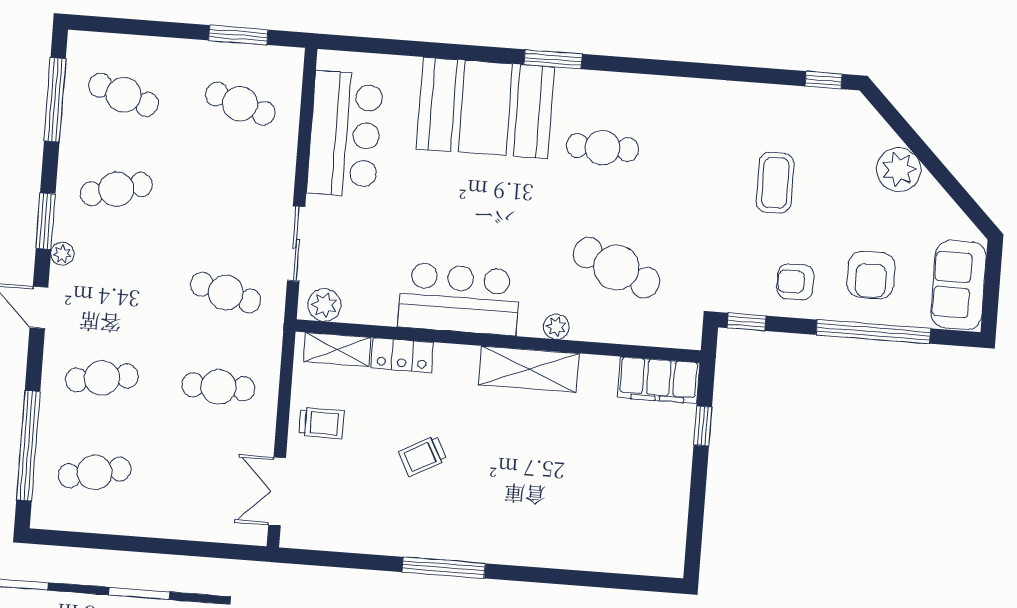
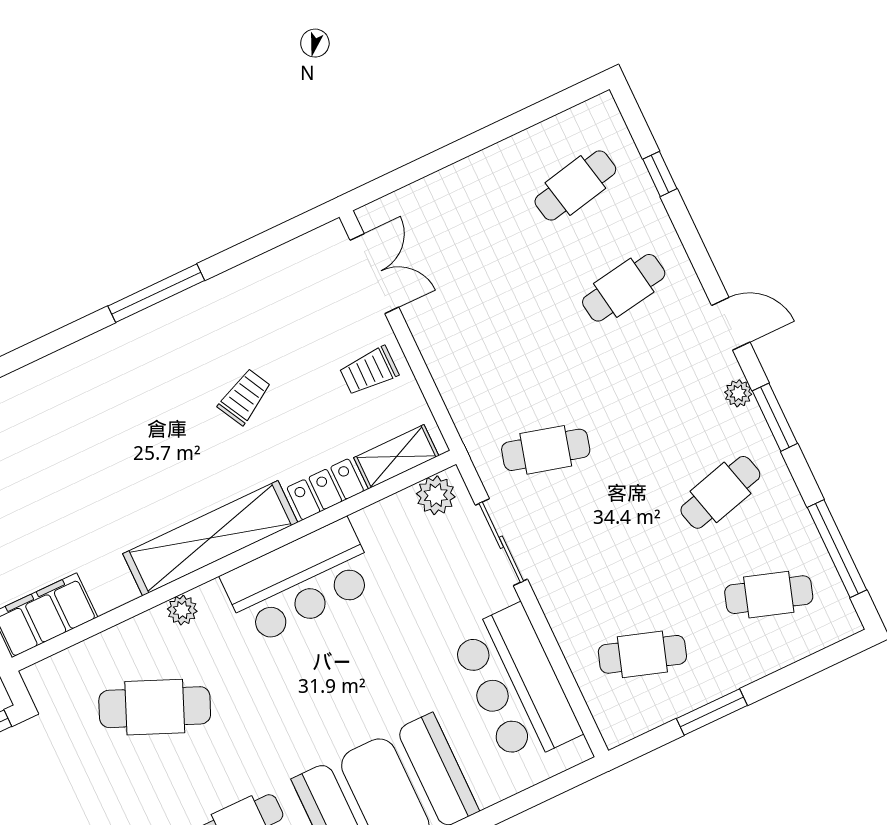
window: (238, 35) -> (712, 712), moved
shelving: (529, 369) -> (210, 538), width x1.47
cafe table: (218, 387) -> (497, 348), removed
window: (28, 446) -> (660, 174), width x0.32

